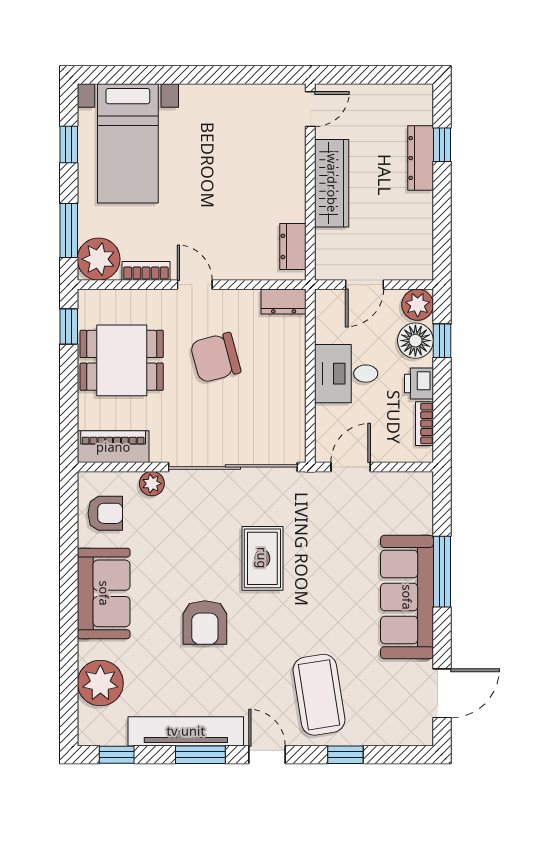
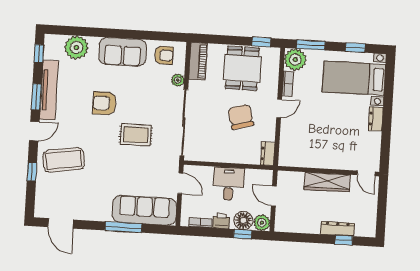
dresser: (293, 246) -> (376, 119), moved, turned -90
armchair: (105, 513) -> (164, 55), turned -90
sofa: (407, 597) -> (144, 210), moved

